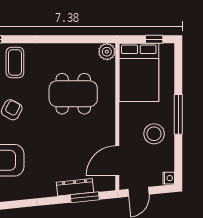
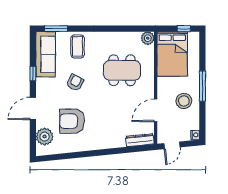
door: (117, 161) -> (156, 110), moved
dresser: (75, 187) -> (140, 140), moved
window: (85, 197) -> (131, 149), removed

